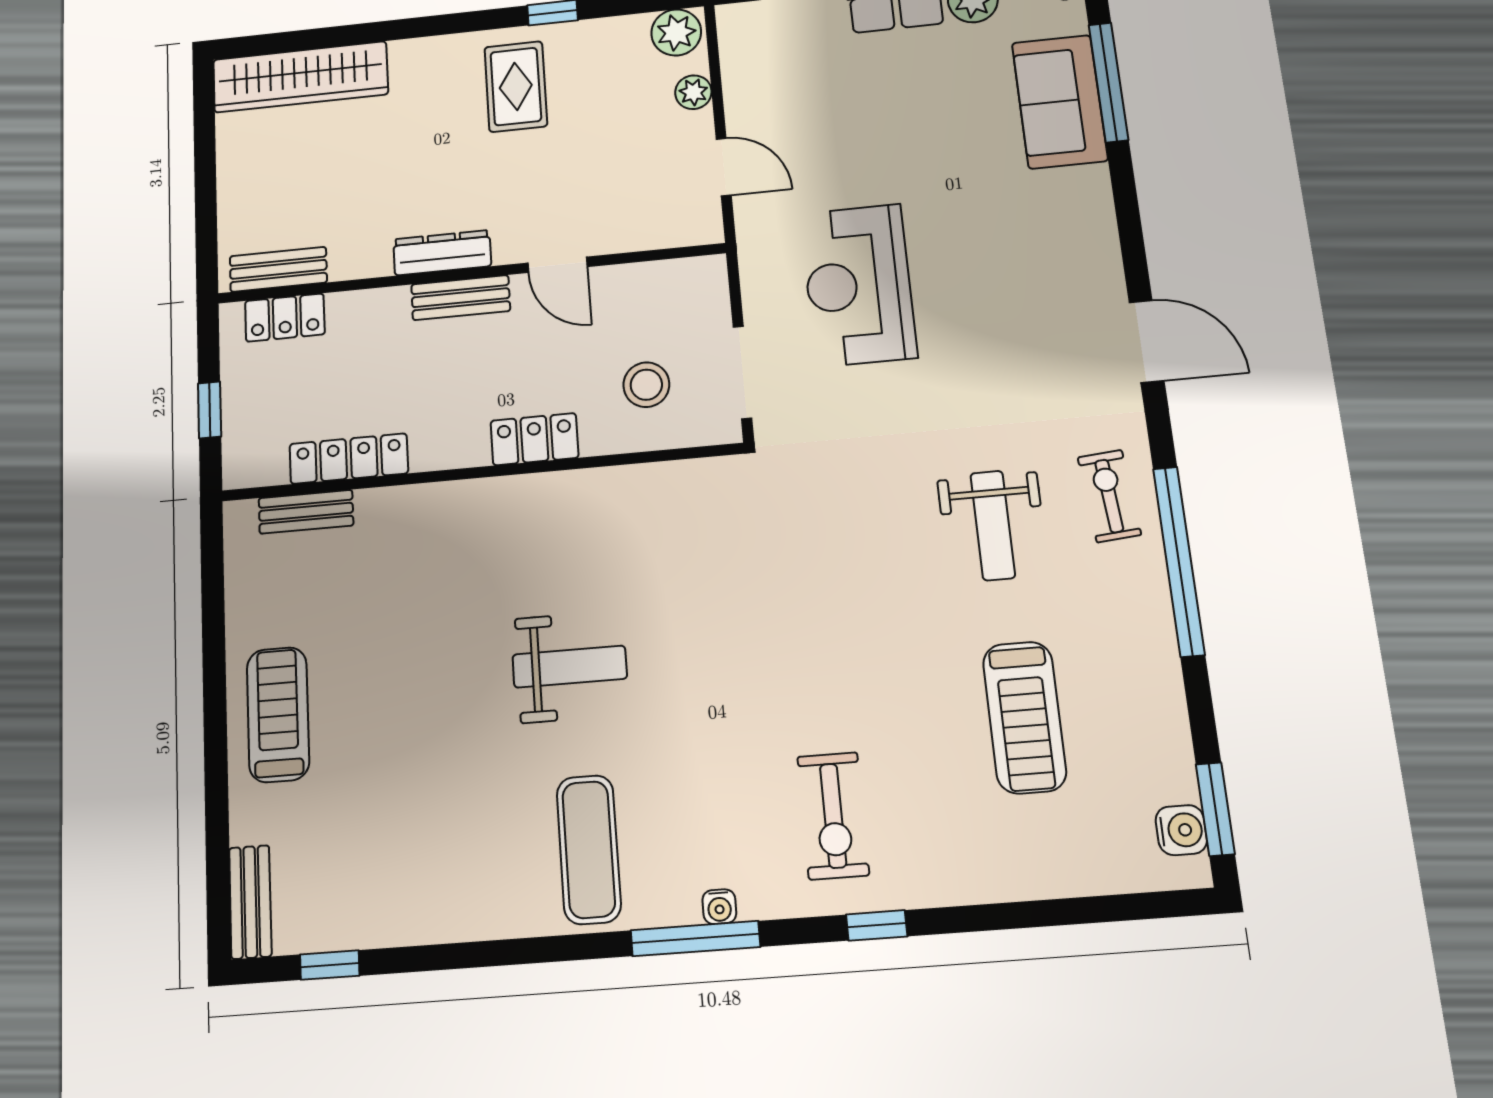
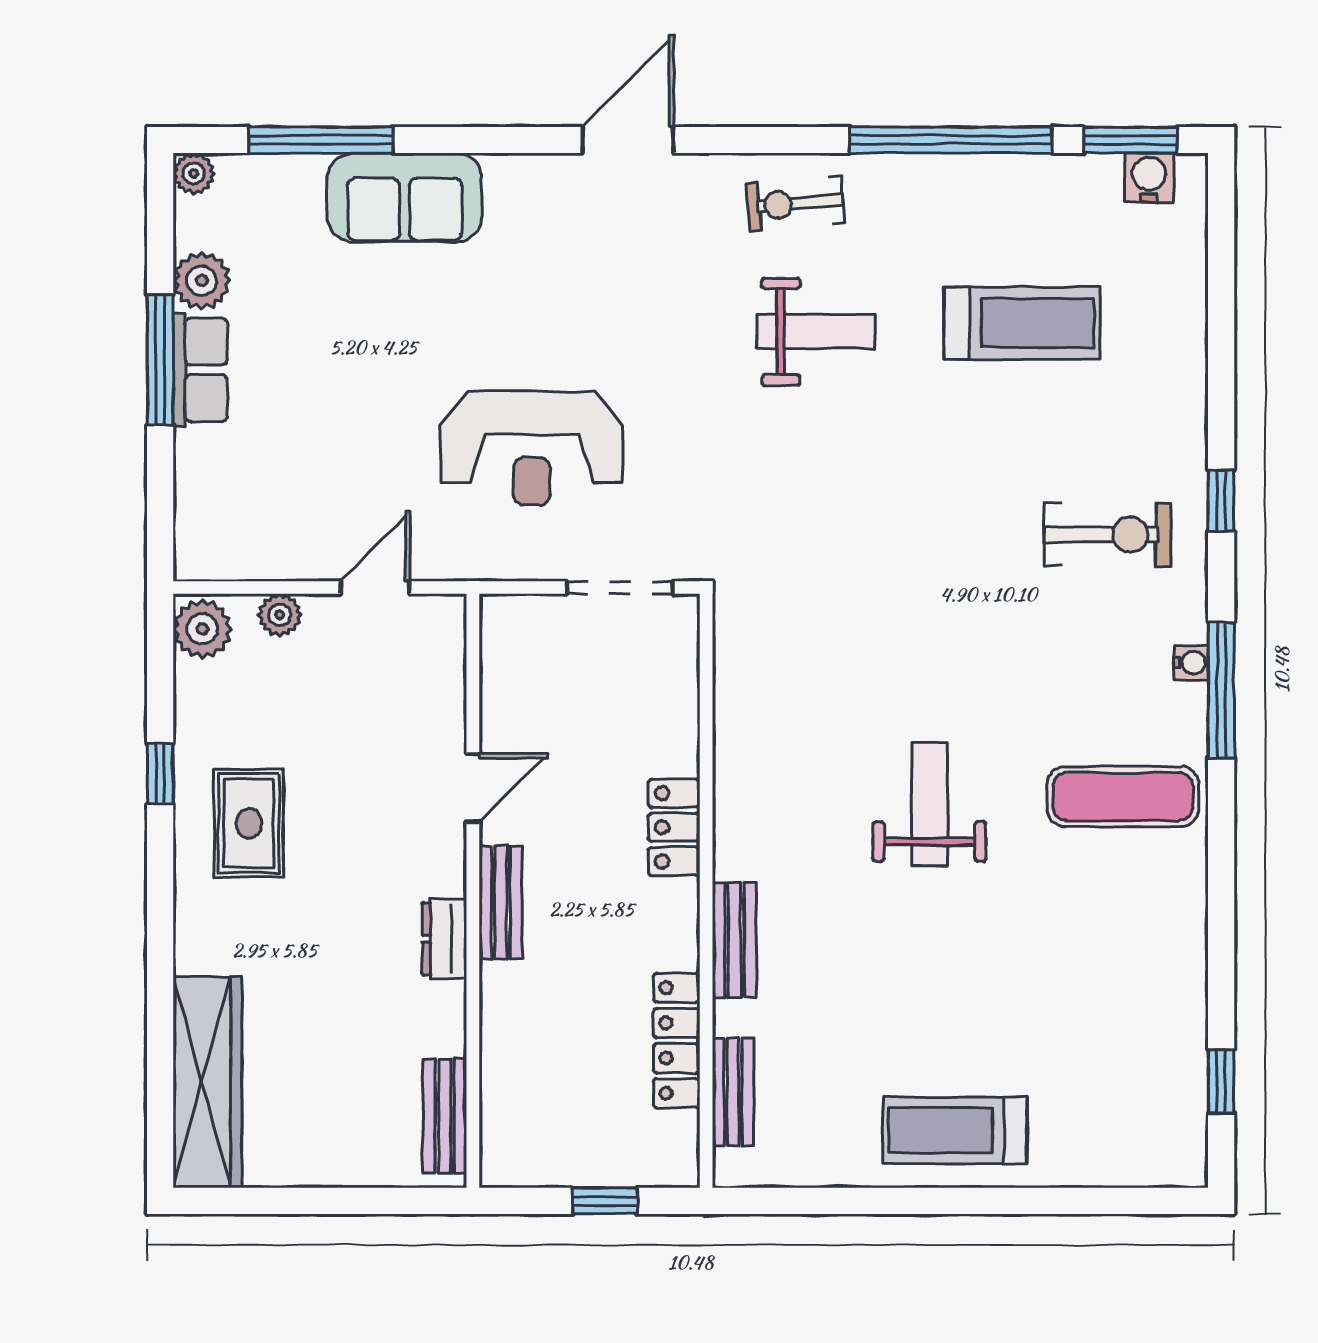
rug: (516, 87) -> (249, 823), turned 90
sofa: (1060, 102) -> (405, 198), moved
dresser: (442, 253) -> (444, 939), width x0.70
locker: (285, 318) -> (504, 1110), removed
stool: (646, 385) -> (624, 697), removed
window: (1179, 561) -> (951, 140), moved
bench: (250, 902) -> (734, 940), moved, turned 90

